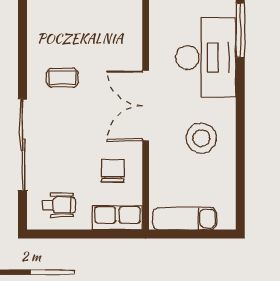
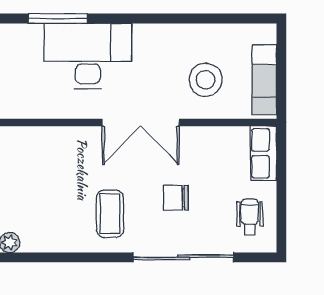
coffee table: (62, 78) -> (110, 214), width x1.36, depth x1.30
stool: (201, 138) -> (206, 80), moved
chair: (113, 171) -> (176, 198), moved

